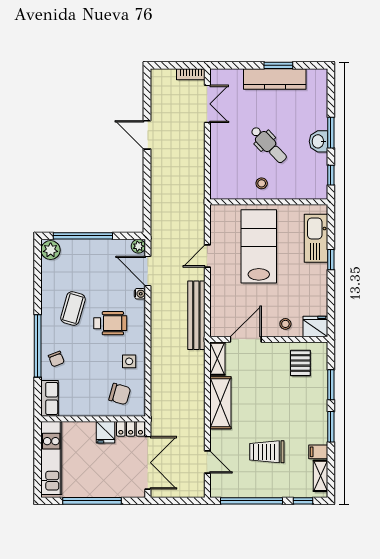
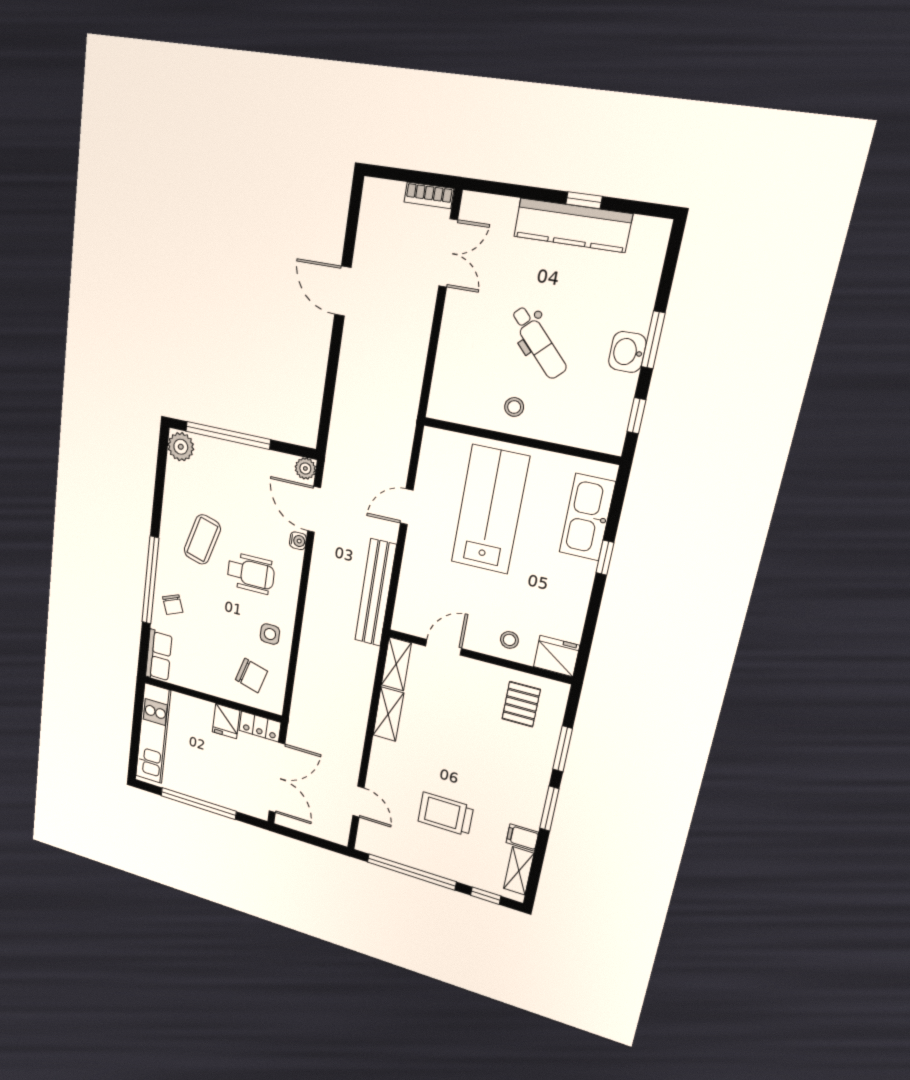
window: (278, 65) -> (584, 200), width x0.67
door: (246, 339) -> (444, 647), width x0.73
shelving: (220, 403) -> (388, 714), width x0.67, depth x0.75

